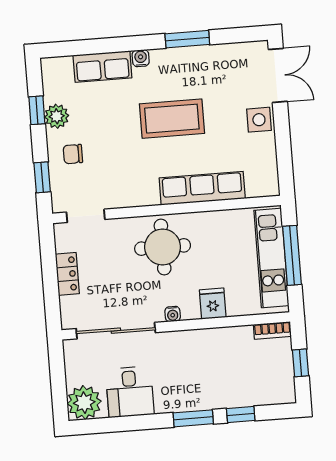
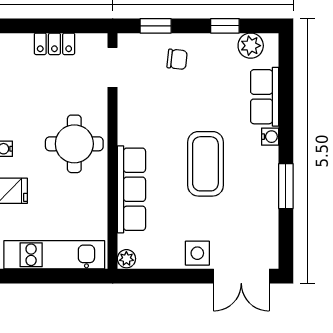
plant: (57, 116) -> (251, 46), moved
chair: (73, 154) -> (177, 59), turned 96
plant: (270, 188) -> (126, 259), added
window: (292, 255) -> (55, 276), removed

